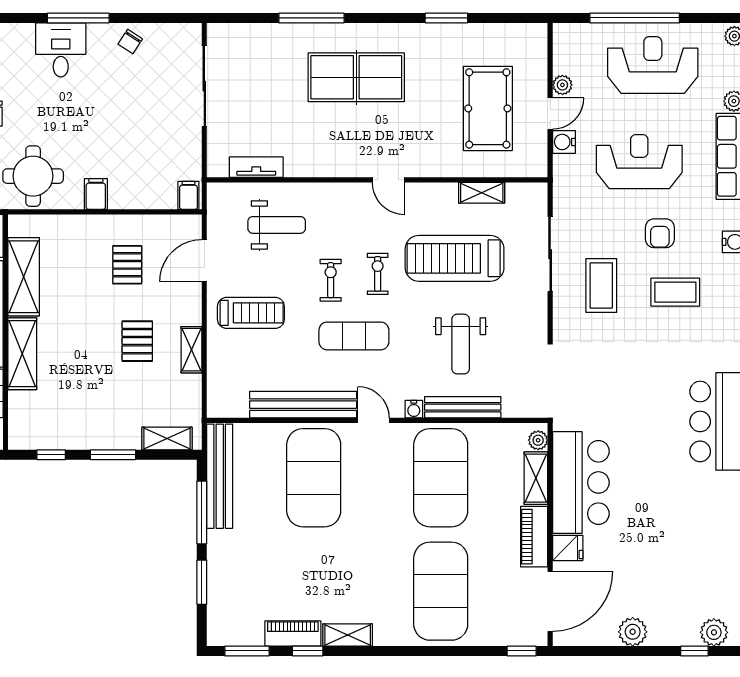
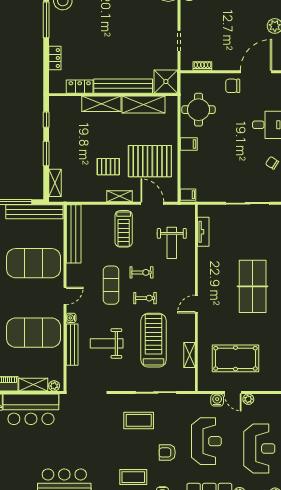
pallet: (127, 265) -> (150, 161), width x2.05, depth x2.00
coffee table: (675, 292) -> (133, 477), moved, turned 90
shelving: (191, 350) -> (119, 196), moved
bench: (303, 405) -> (74, 234), moved

